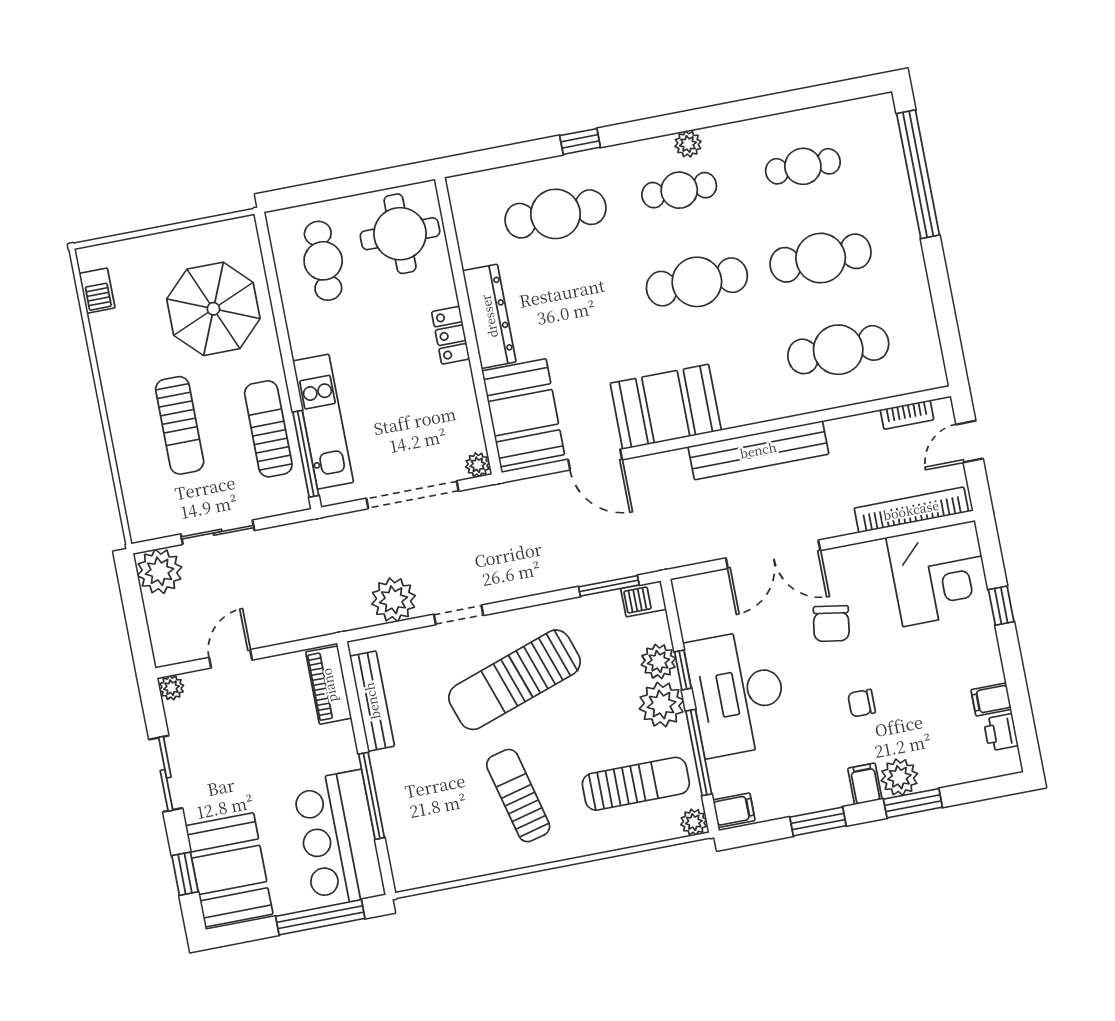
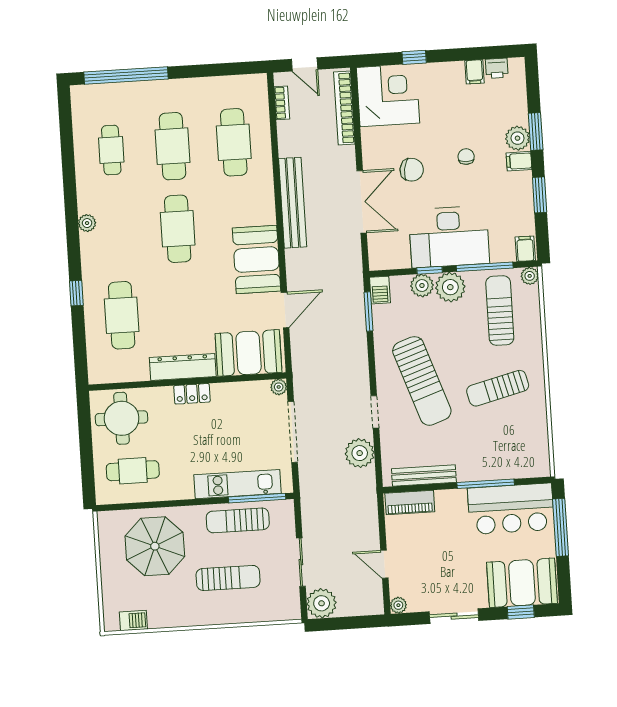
cafe table: (679, 190) -> (116, 233), removed
chair: (862, 703) -> (466, 157), turned 180

